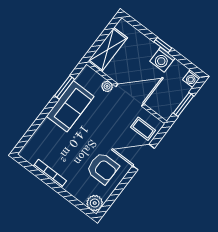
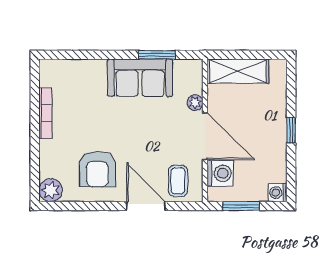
washing machine: (162, 60) -> (220, 173), moved, turned 180

